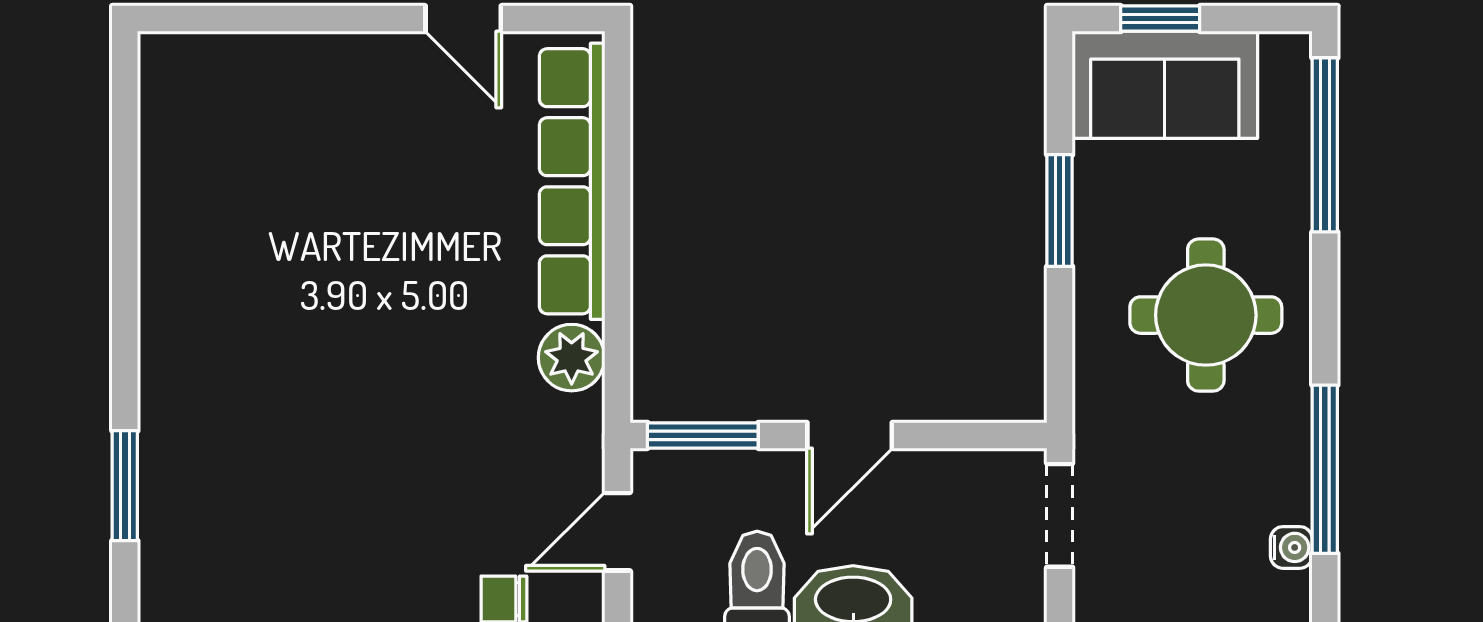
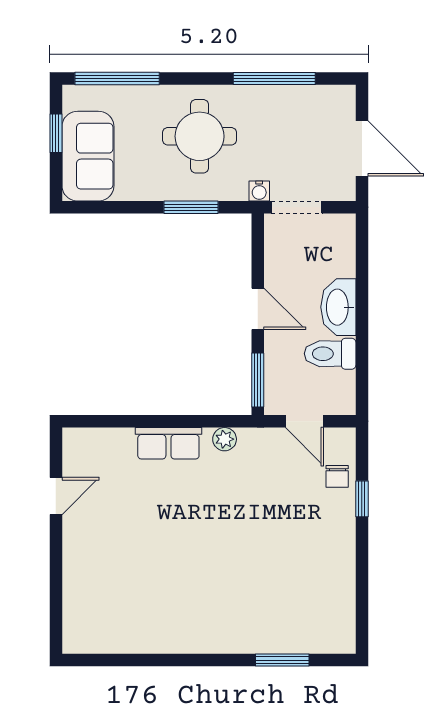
window: (1160, 19) -> (56, 133), moved
row of seats: (572, 181) -> (168, 443), width x0.50
window: (1060, 211) -> (191, 207), moved
plant: (572, 358) -> (225, 439), width x0.73, depth x0.73
water cooler: (1291, 547) -> (259, 191), moved, turned 180

